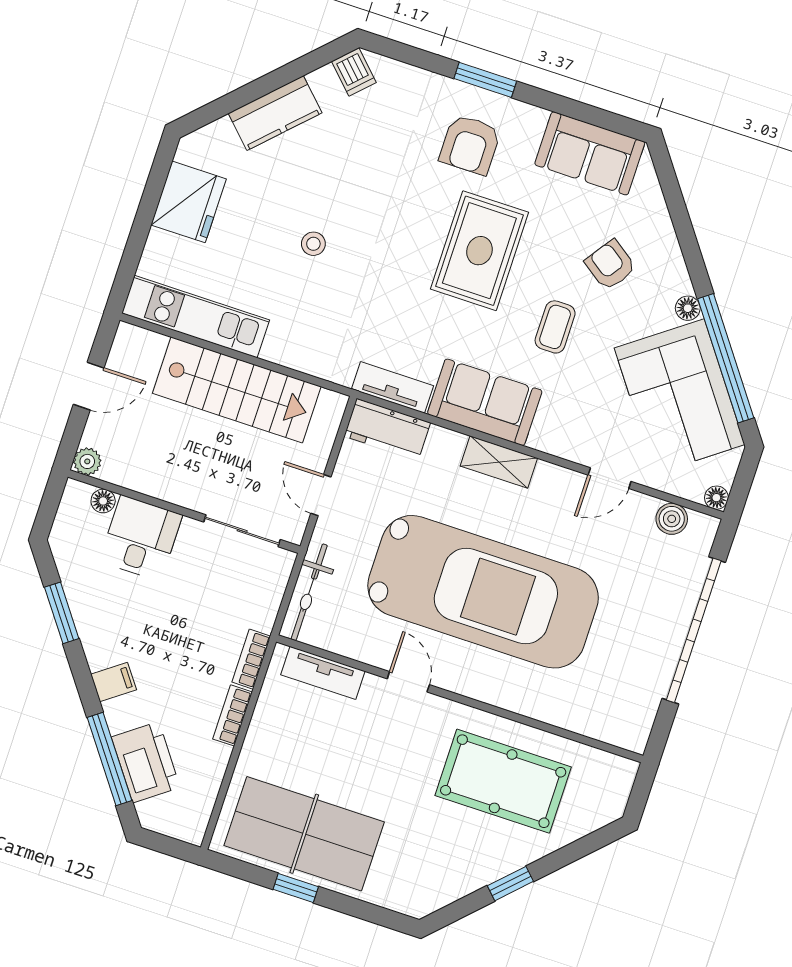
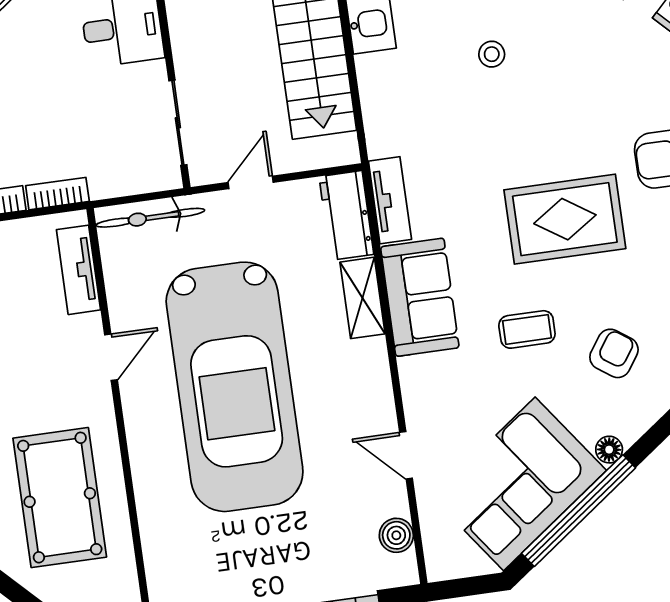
shelving: (499, 462) -> (363, 298), moved
floor lamp: (716, 498) -> (438, 569), removed

